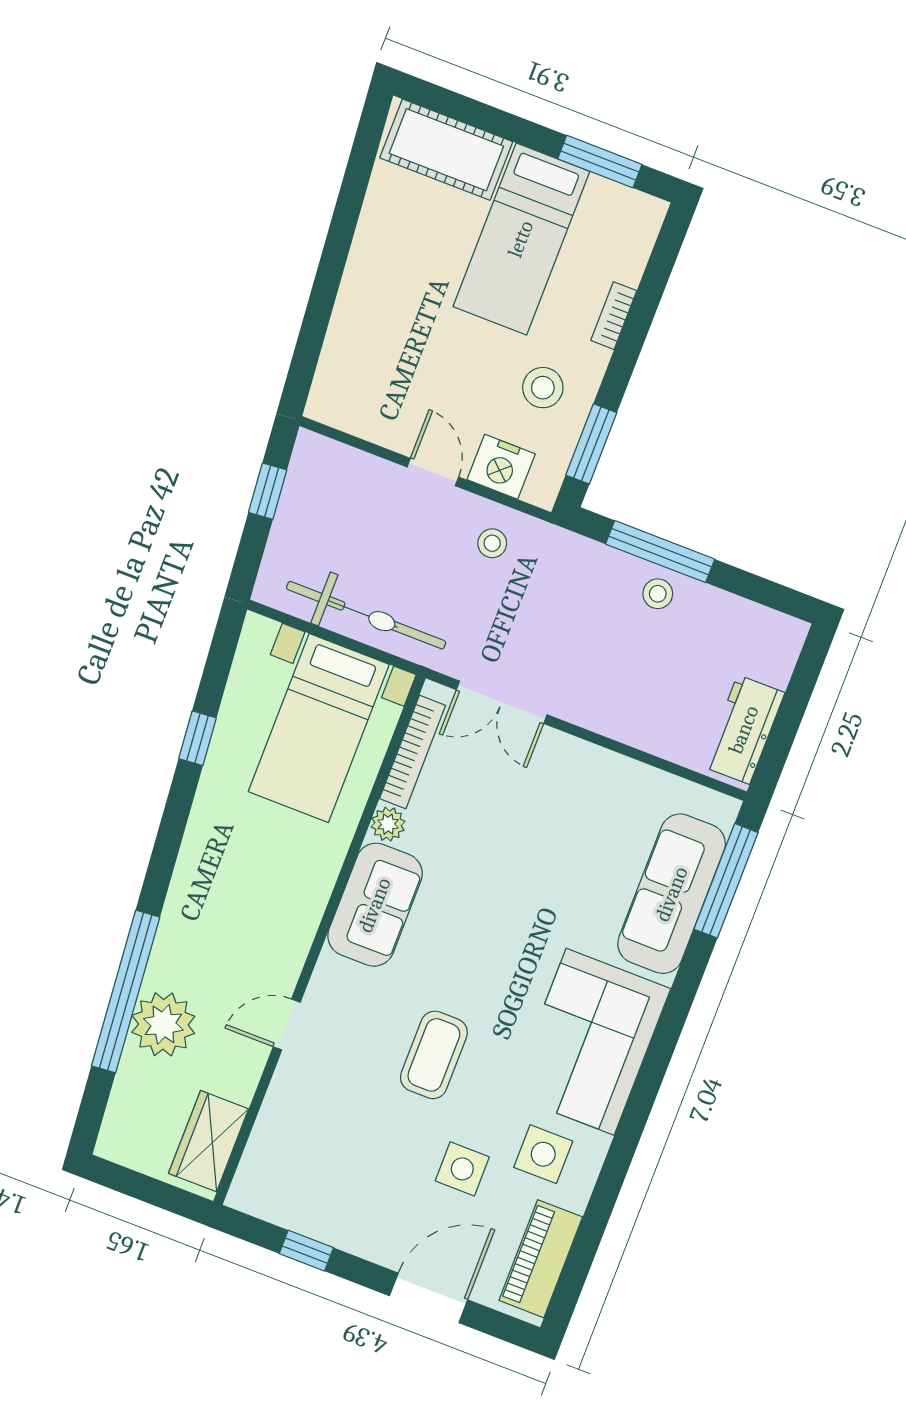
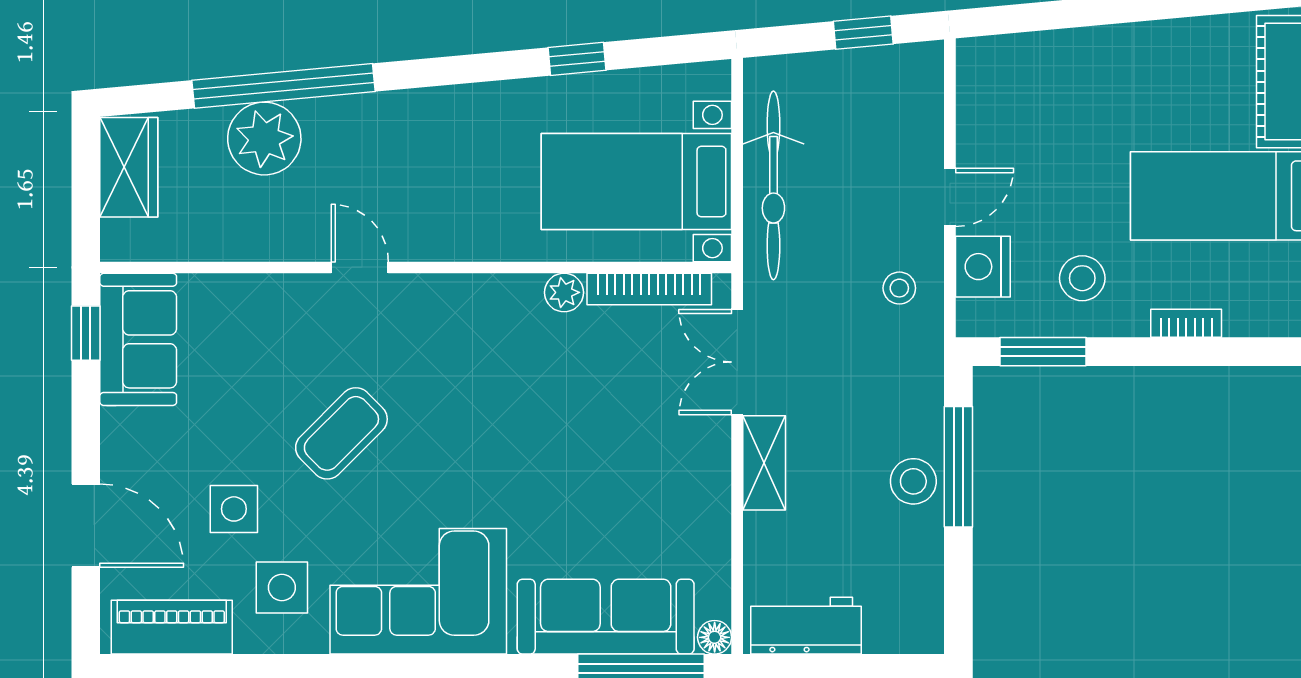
stool: (658, 594) -> (913, 481), width x1.37, depth x1.37
shelving: (594, 712) -> (764, 463), added
floor lamp: (724, 810) -> (715, 637), added
sofa: (375, 905) -> (138, 339), moved, turned -90
door: (287, 1024) -> (360, 267), moved
coffee table: (434, 1055) -> (341, 433), turned -45
wardrobe: (209, 1141) -> (129, 167), moved, turned 90
window: (306, 1251) -> (86, 333), moved

